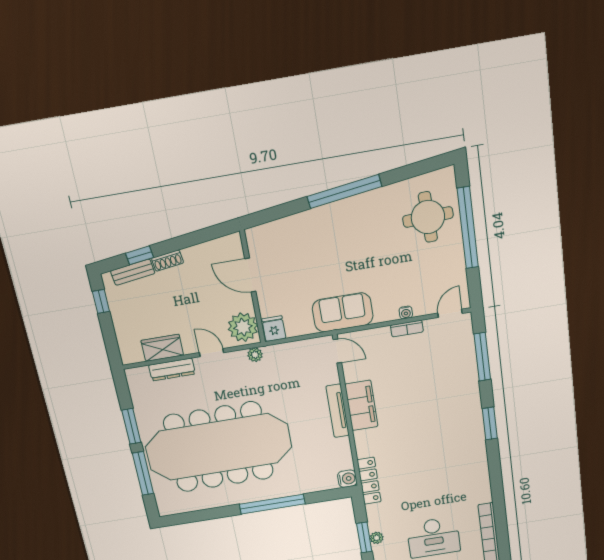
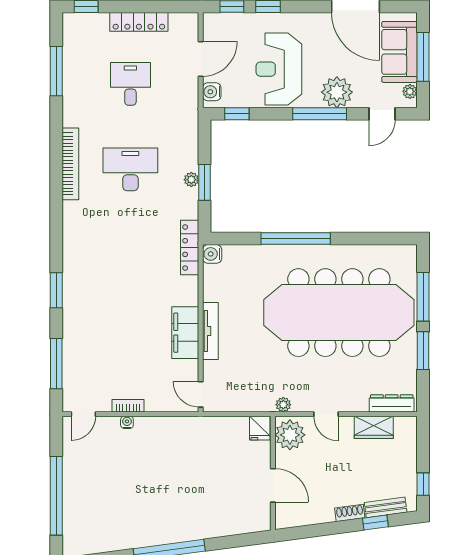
round table: (428, 217) -> (93, 513), removed
sofa: (343, 312) -> (189, 433), removed
dresser: (172, 370) -> (392, 403), moved

